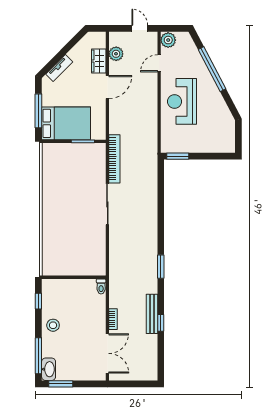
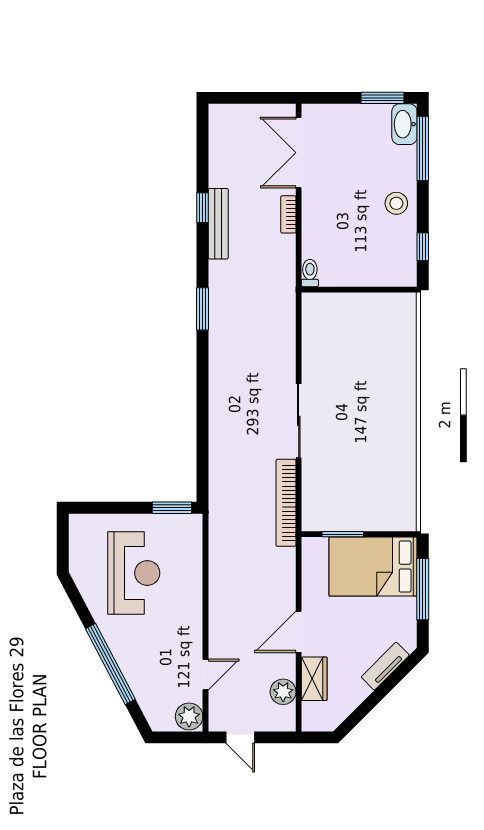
reception desk: (182, 101) -> (134, 573), moved

